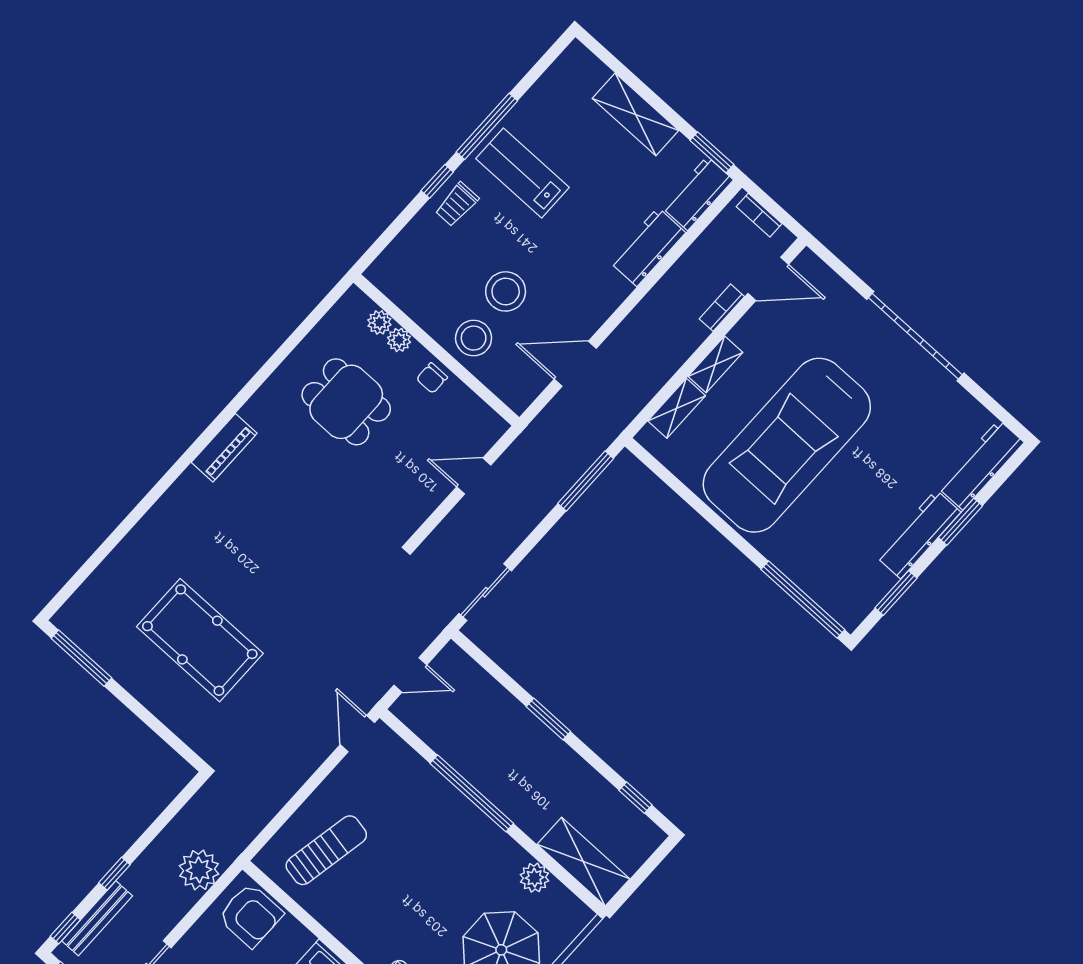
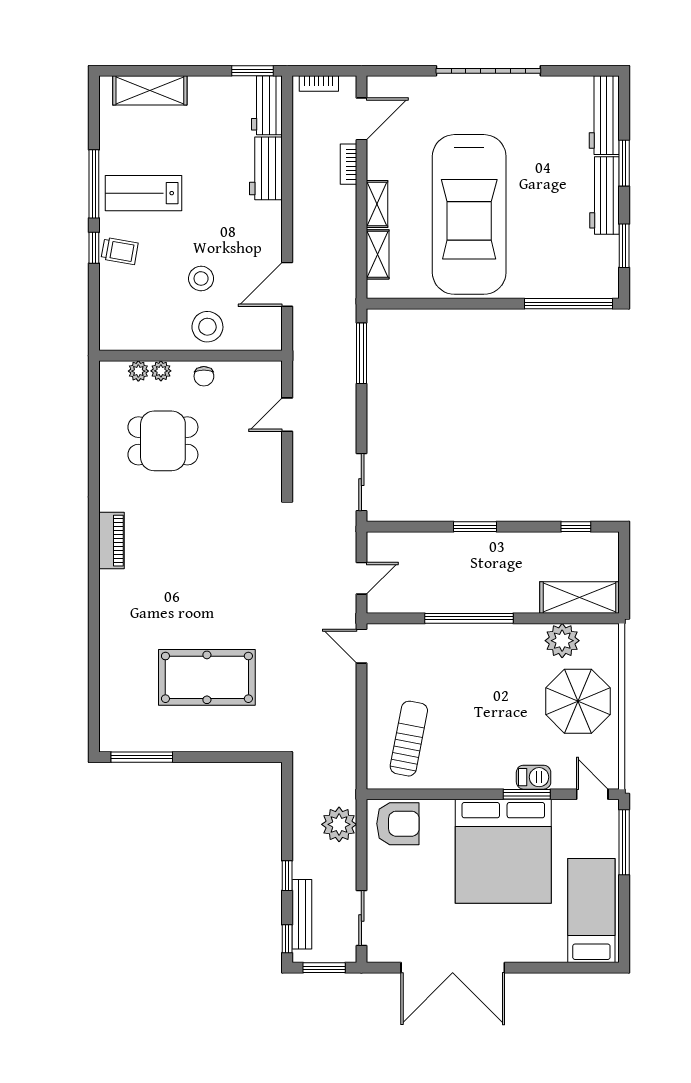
shelving: (636, 114) -> (150, 90), moved
trolley: (457, 204) -> (120, 251), turned -80
stool: (506, 291) -> (201, 278), width x0.73, depth x0.73
plant: (534, 878) -> (562, 641), width x1.36, depth x1.36

